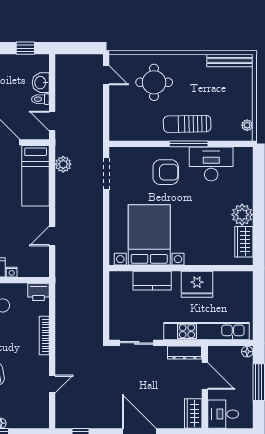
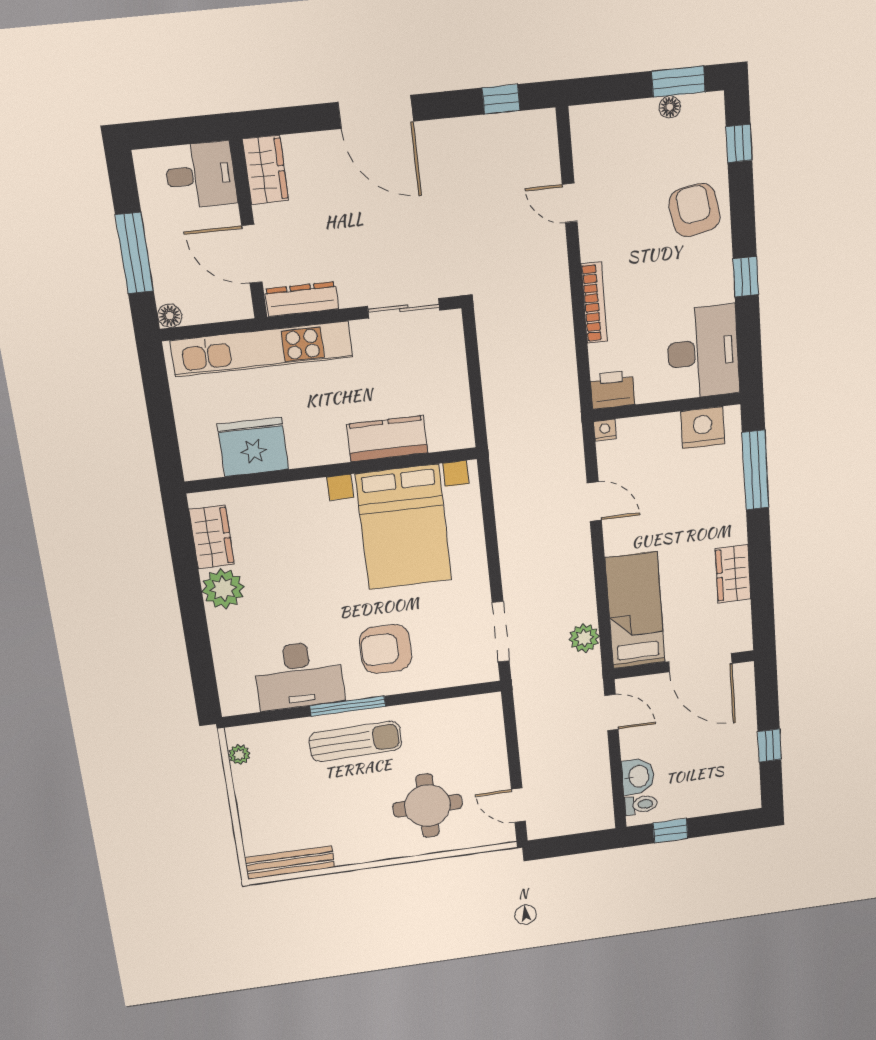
toilet: (40, 99) -> (641, 804), moved
door: (52, 236) -> (594, 502), hinge flipped
nightstand: (12, 272) -> (605, 430), moved
fridge: (197, 284) -> (253, 447), moved
door: (52, 384) -> (570, 203), hinge flipped

